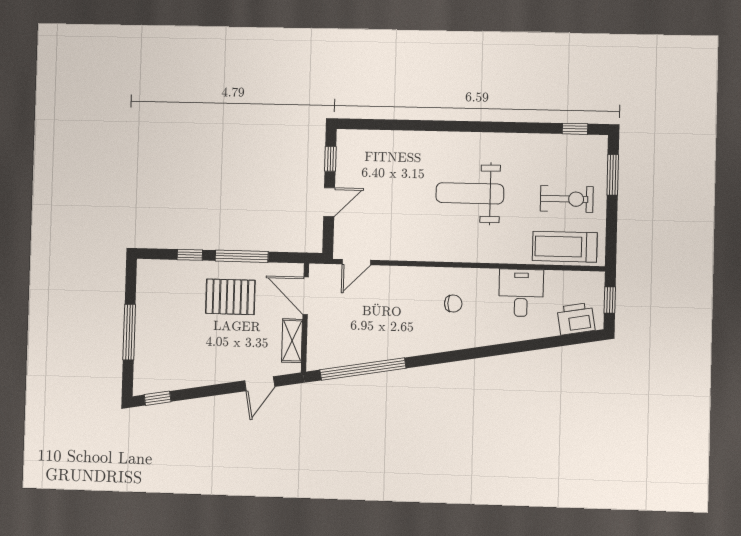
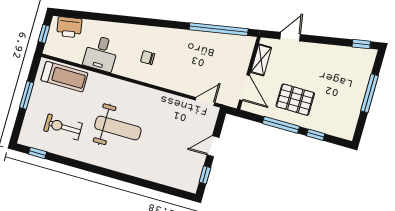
window: (613, 175) -> (27, 95), moved
exercise bike: (567, 199) -> (63, 127), moved

